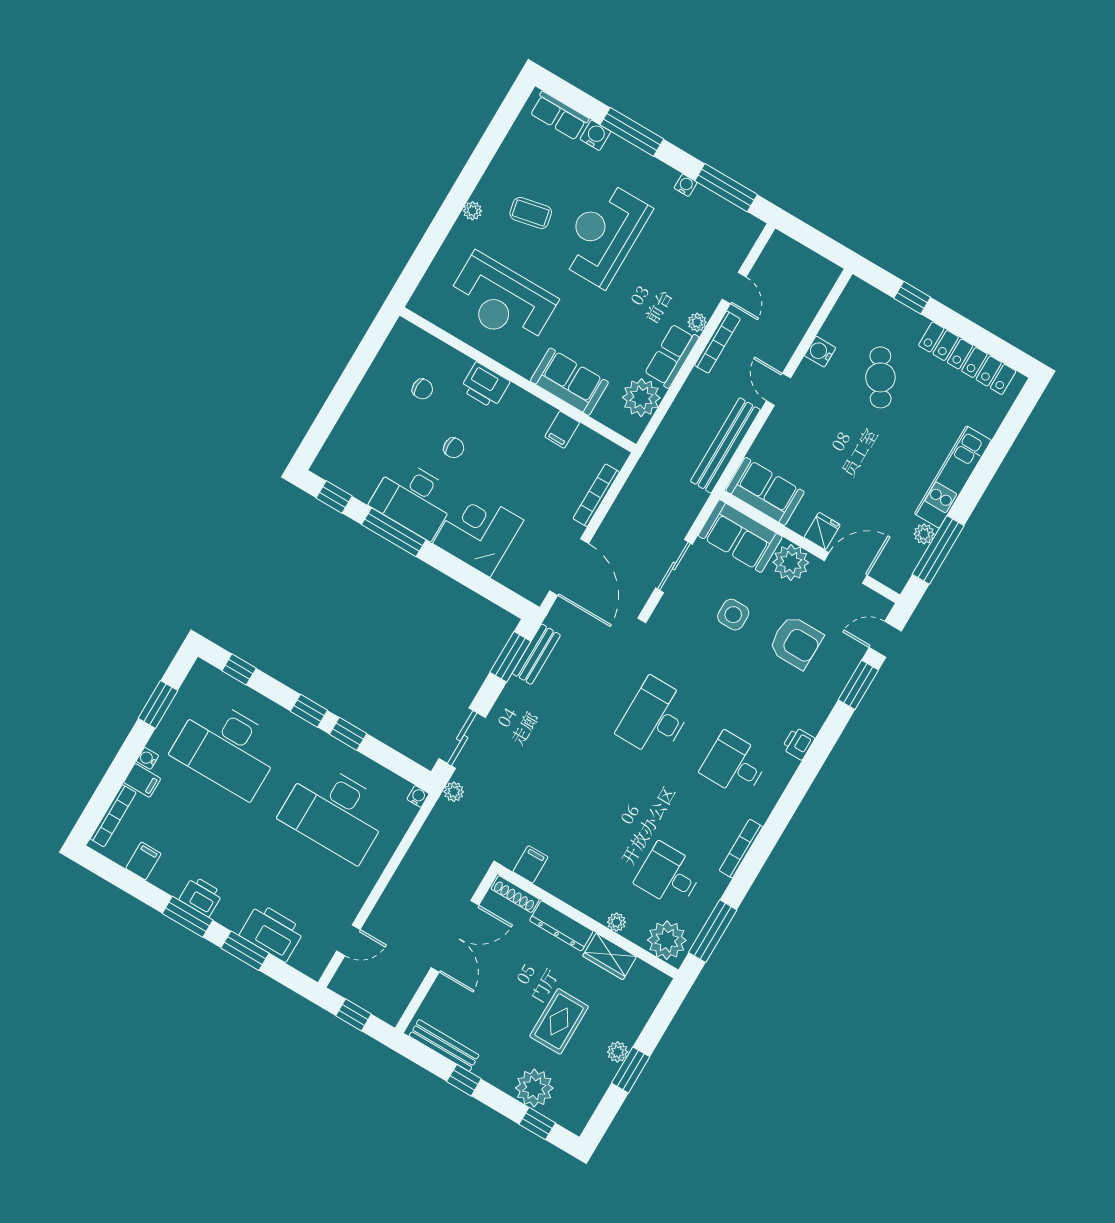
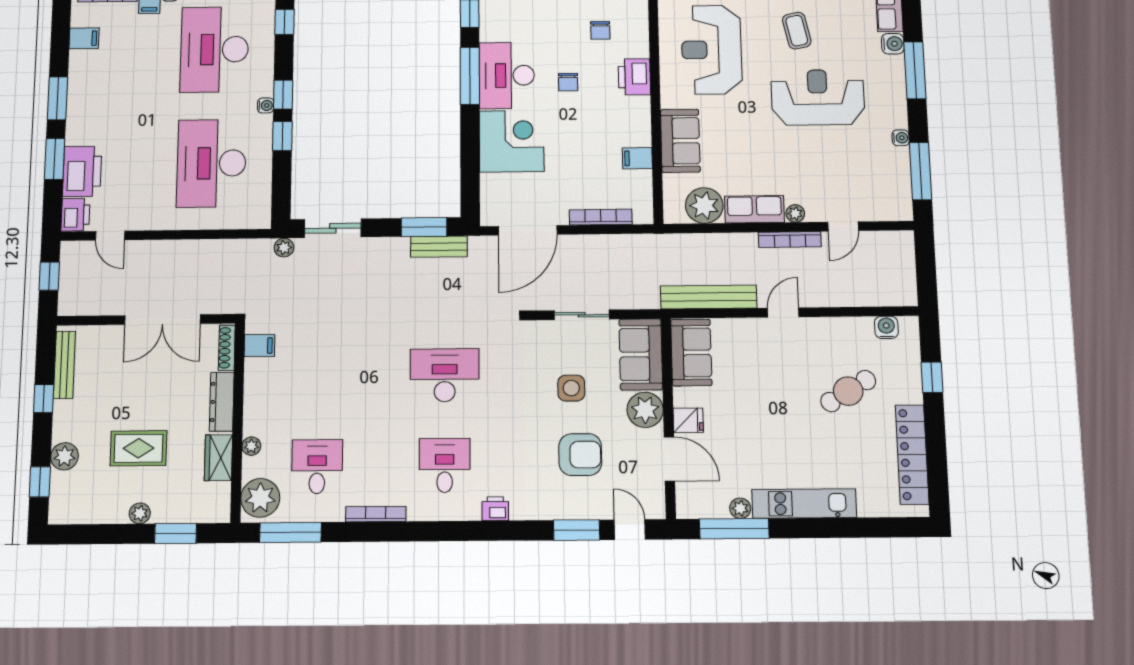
water cooler: (820, 352) -> (886, 327), moved
armchair: (796, 642) -> (580, 455), turned -90
water cooler: (418, 796) -> (266, 105), moved
printer: (201, 896) -> (75, 215), moved
window: (631, 1070) -> (176, 533), moved
plant: (534, 1088) -> (65, 456), width x0.73, depth x0.73

